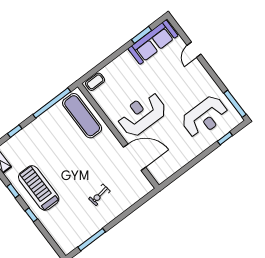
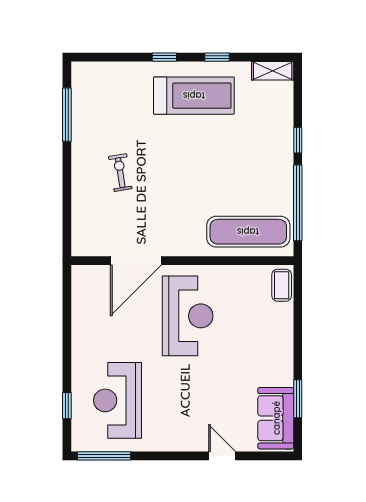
sofa: (153, 42) -> (276, 418), width x0.73
window: (15, 131) -> (298, 140), moved

